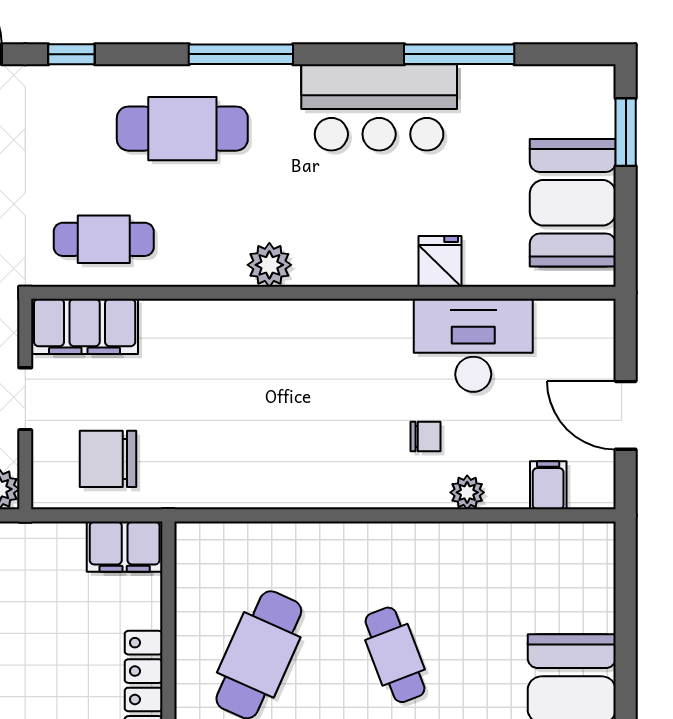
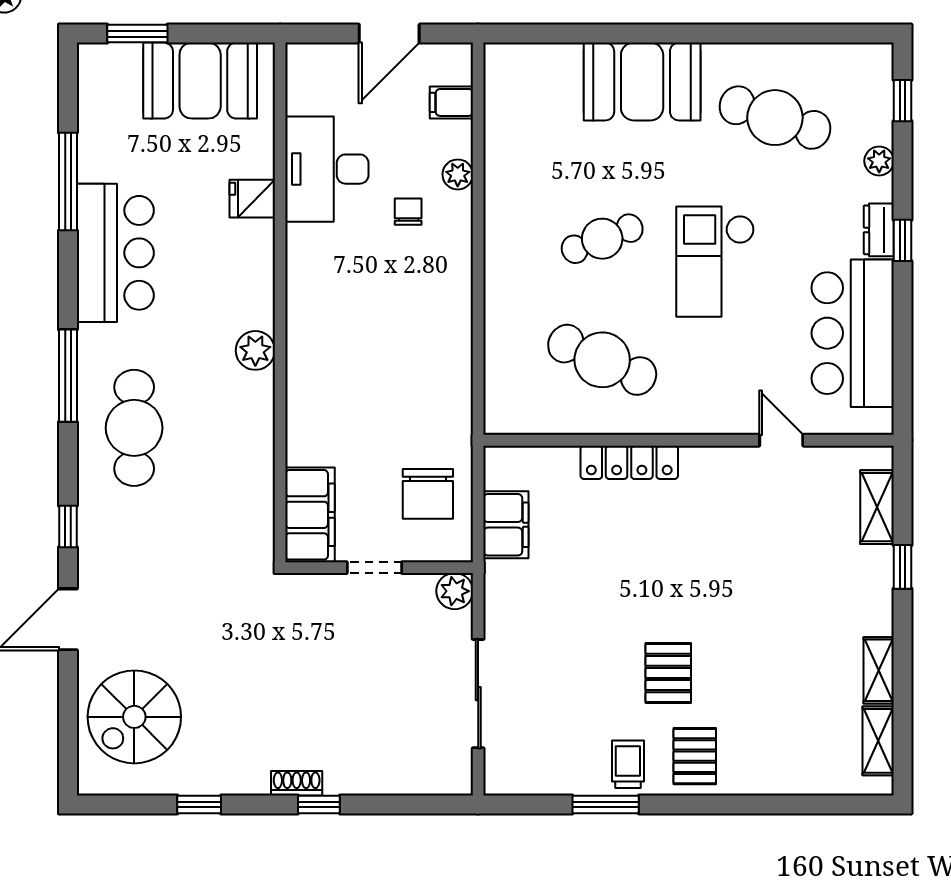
cafe table: (104, 239) -> (233, 498), removed
filing cabinet: (125, 547) -> (506, 525), moved

